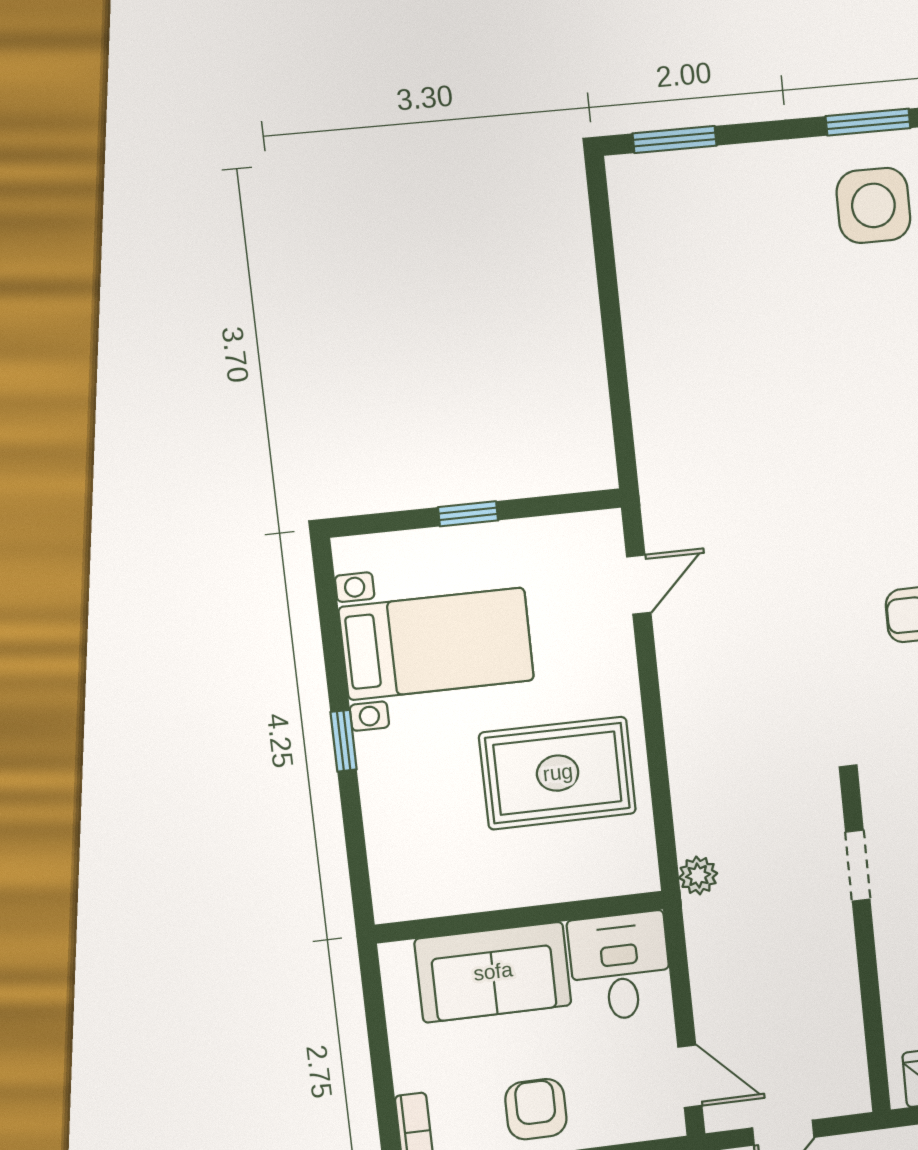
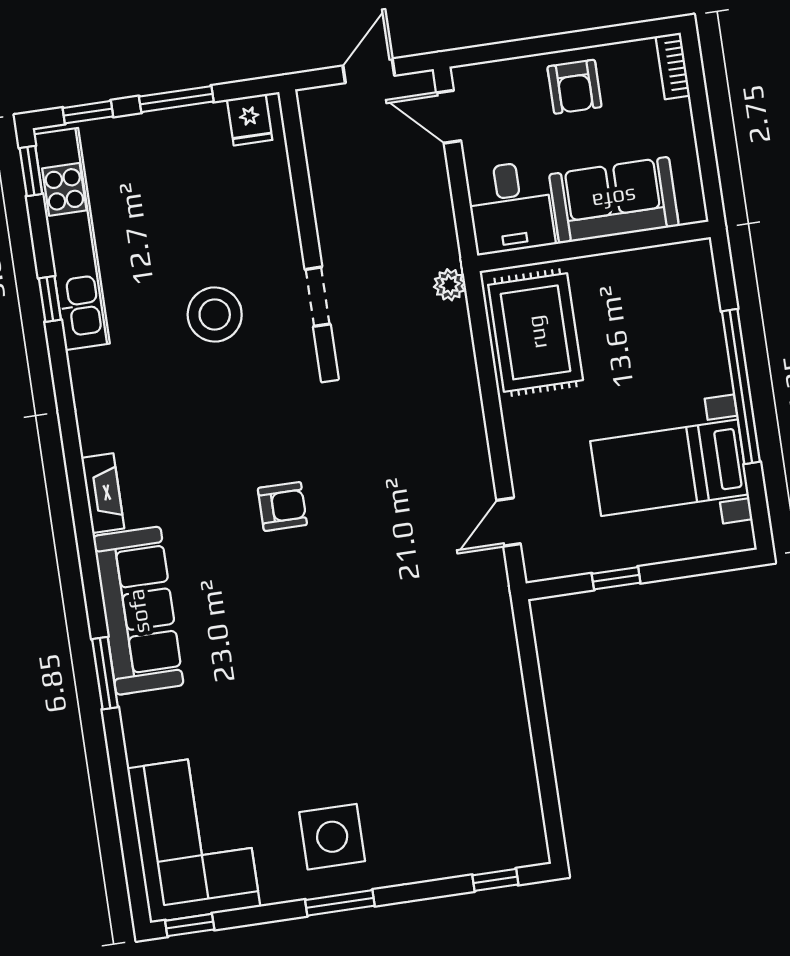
window: (675, 140) -> (495, 880), width x0.67
window: (468, 514) -> (616, 578), moved
window: (344, 741) -> (741, 386), width x3.17
rug: (558, 773) -> (536, 332), moved, turned 90

